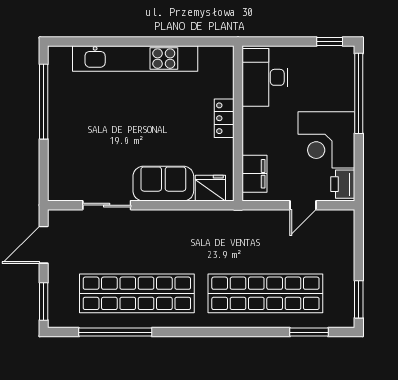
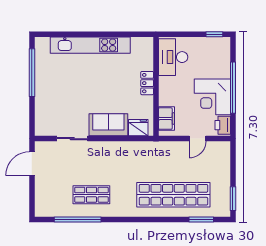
window: (359, 93) -> (233, 88), moved
shop shelf: (137, 293) -> (91, 195), width x0.50, depth x0.74
window: (44, 301) -> (32, 200), removed

